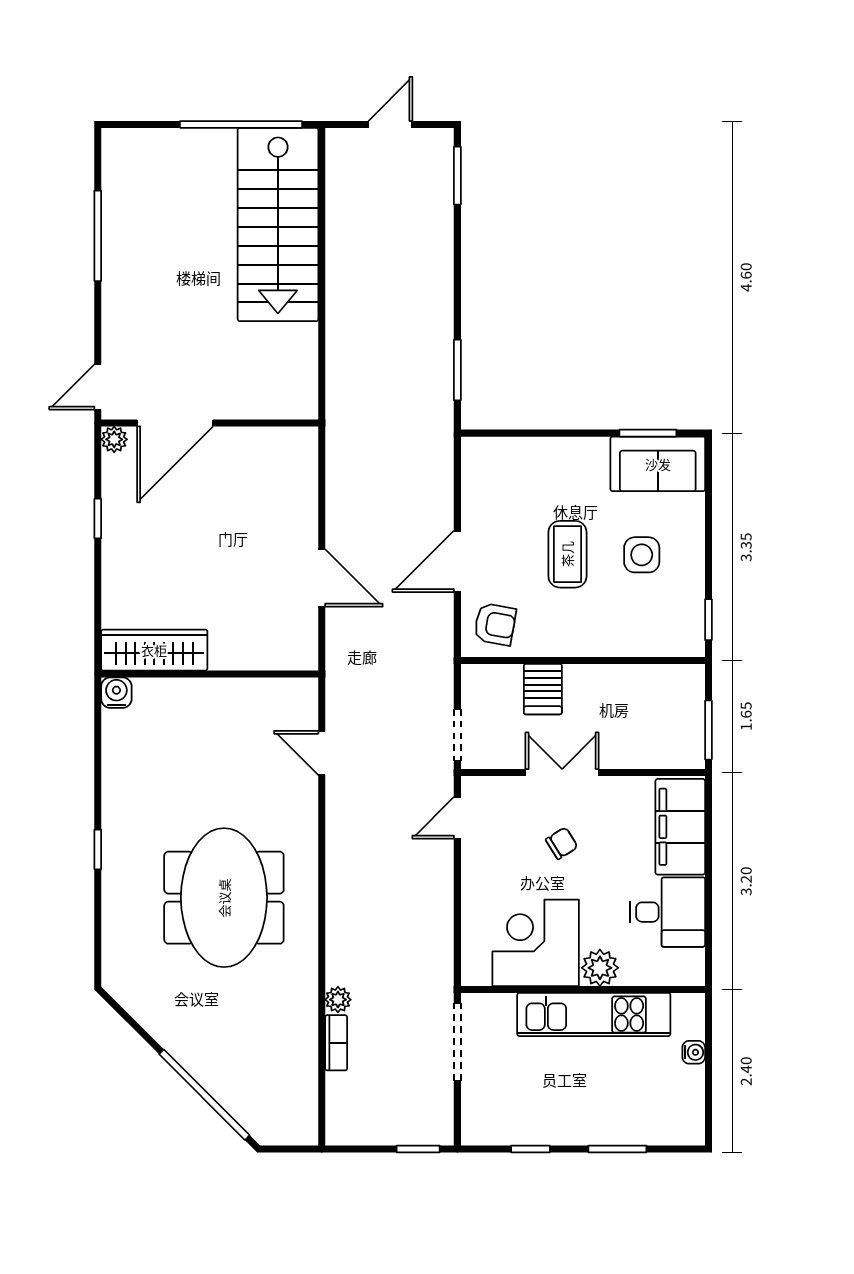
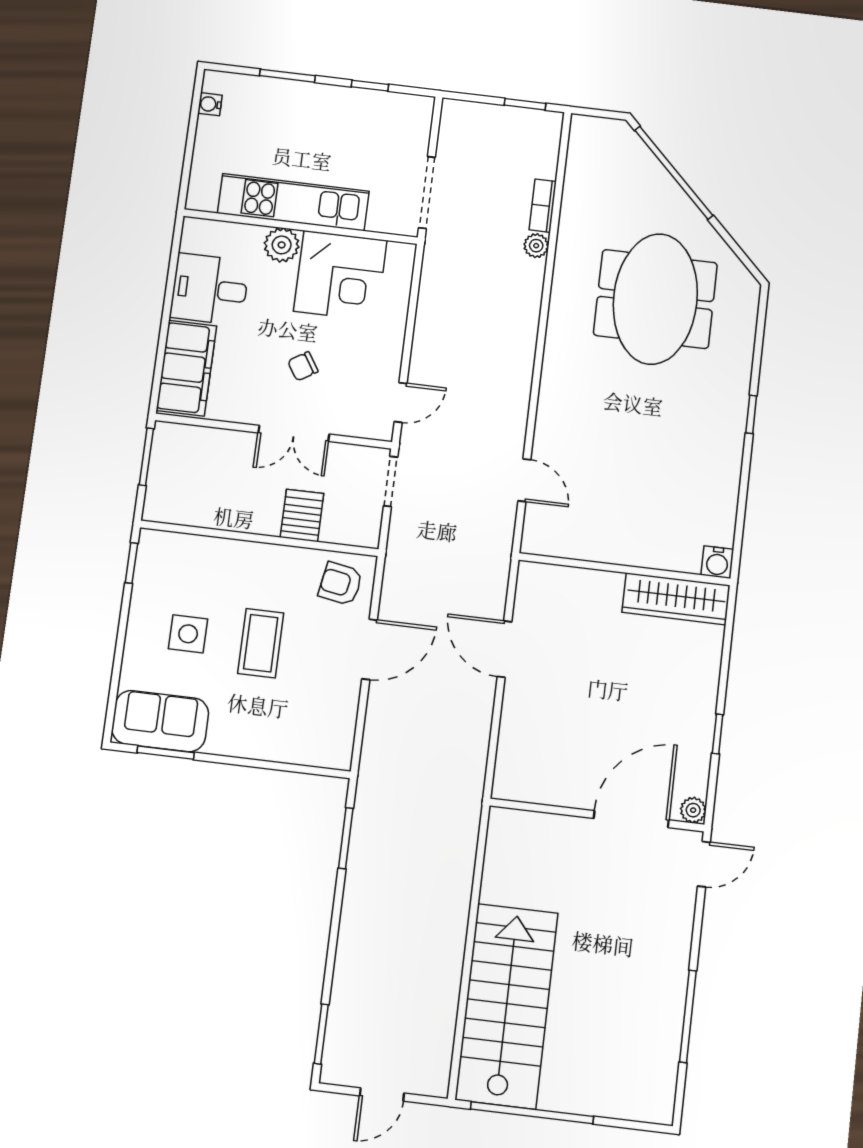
meeting table: (224, 898) -> (655, 299), moved
water cooler: (694, 1052) -> (210, 104), moved
window: (418, 1149) -> (525, 104), moved

